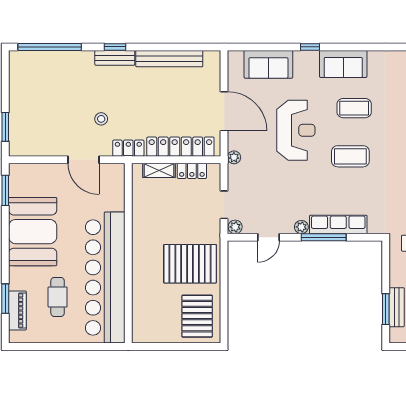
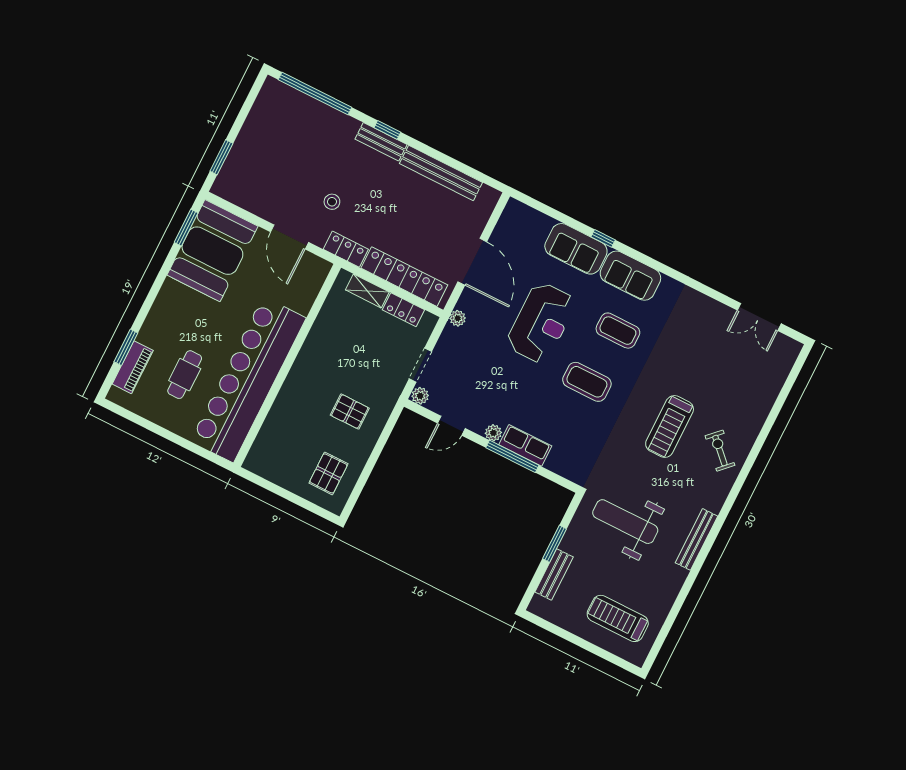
sofa: (268, 64) -> (576, 249), moved
row of seats: (338, 225) -> (525, 445), width x0.68
booth: (33, 232) -> (212, 251), moved
pallet: (190, 264) -> (350, 412), width x0.49, depth x0.50
window: (386, 309) -> (555, 544), moved
pallet: (197, 316) -> (328, 473), width x0.67, depth x0.71

